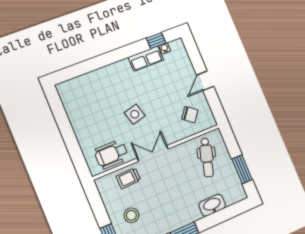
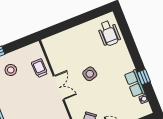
window: (156, 41) -> (144, 77), moved
wheelchair: (111, 154) -> (109, 33), moved, turned 180

